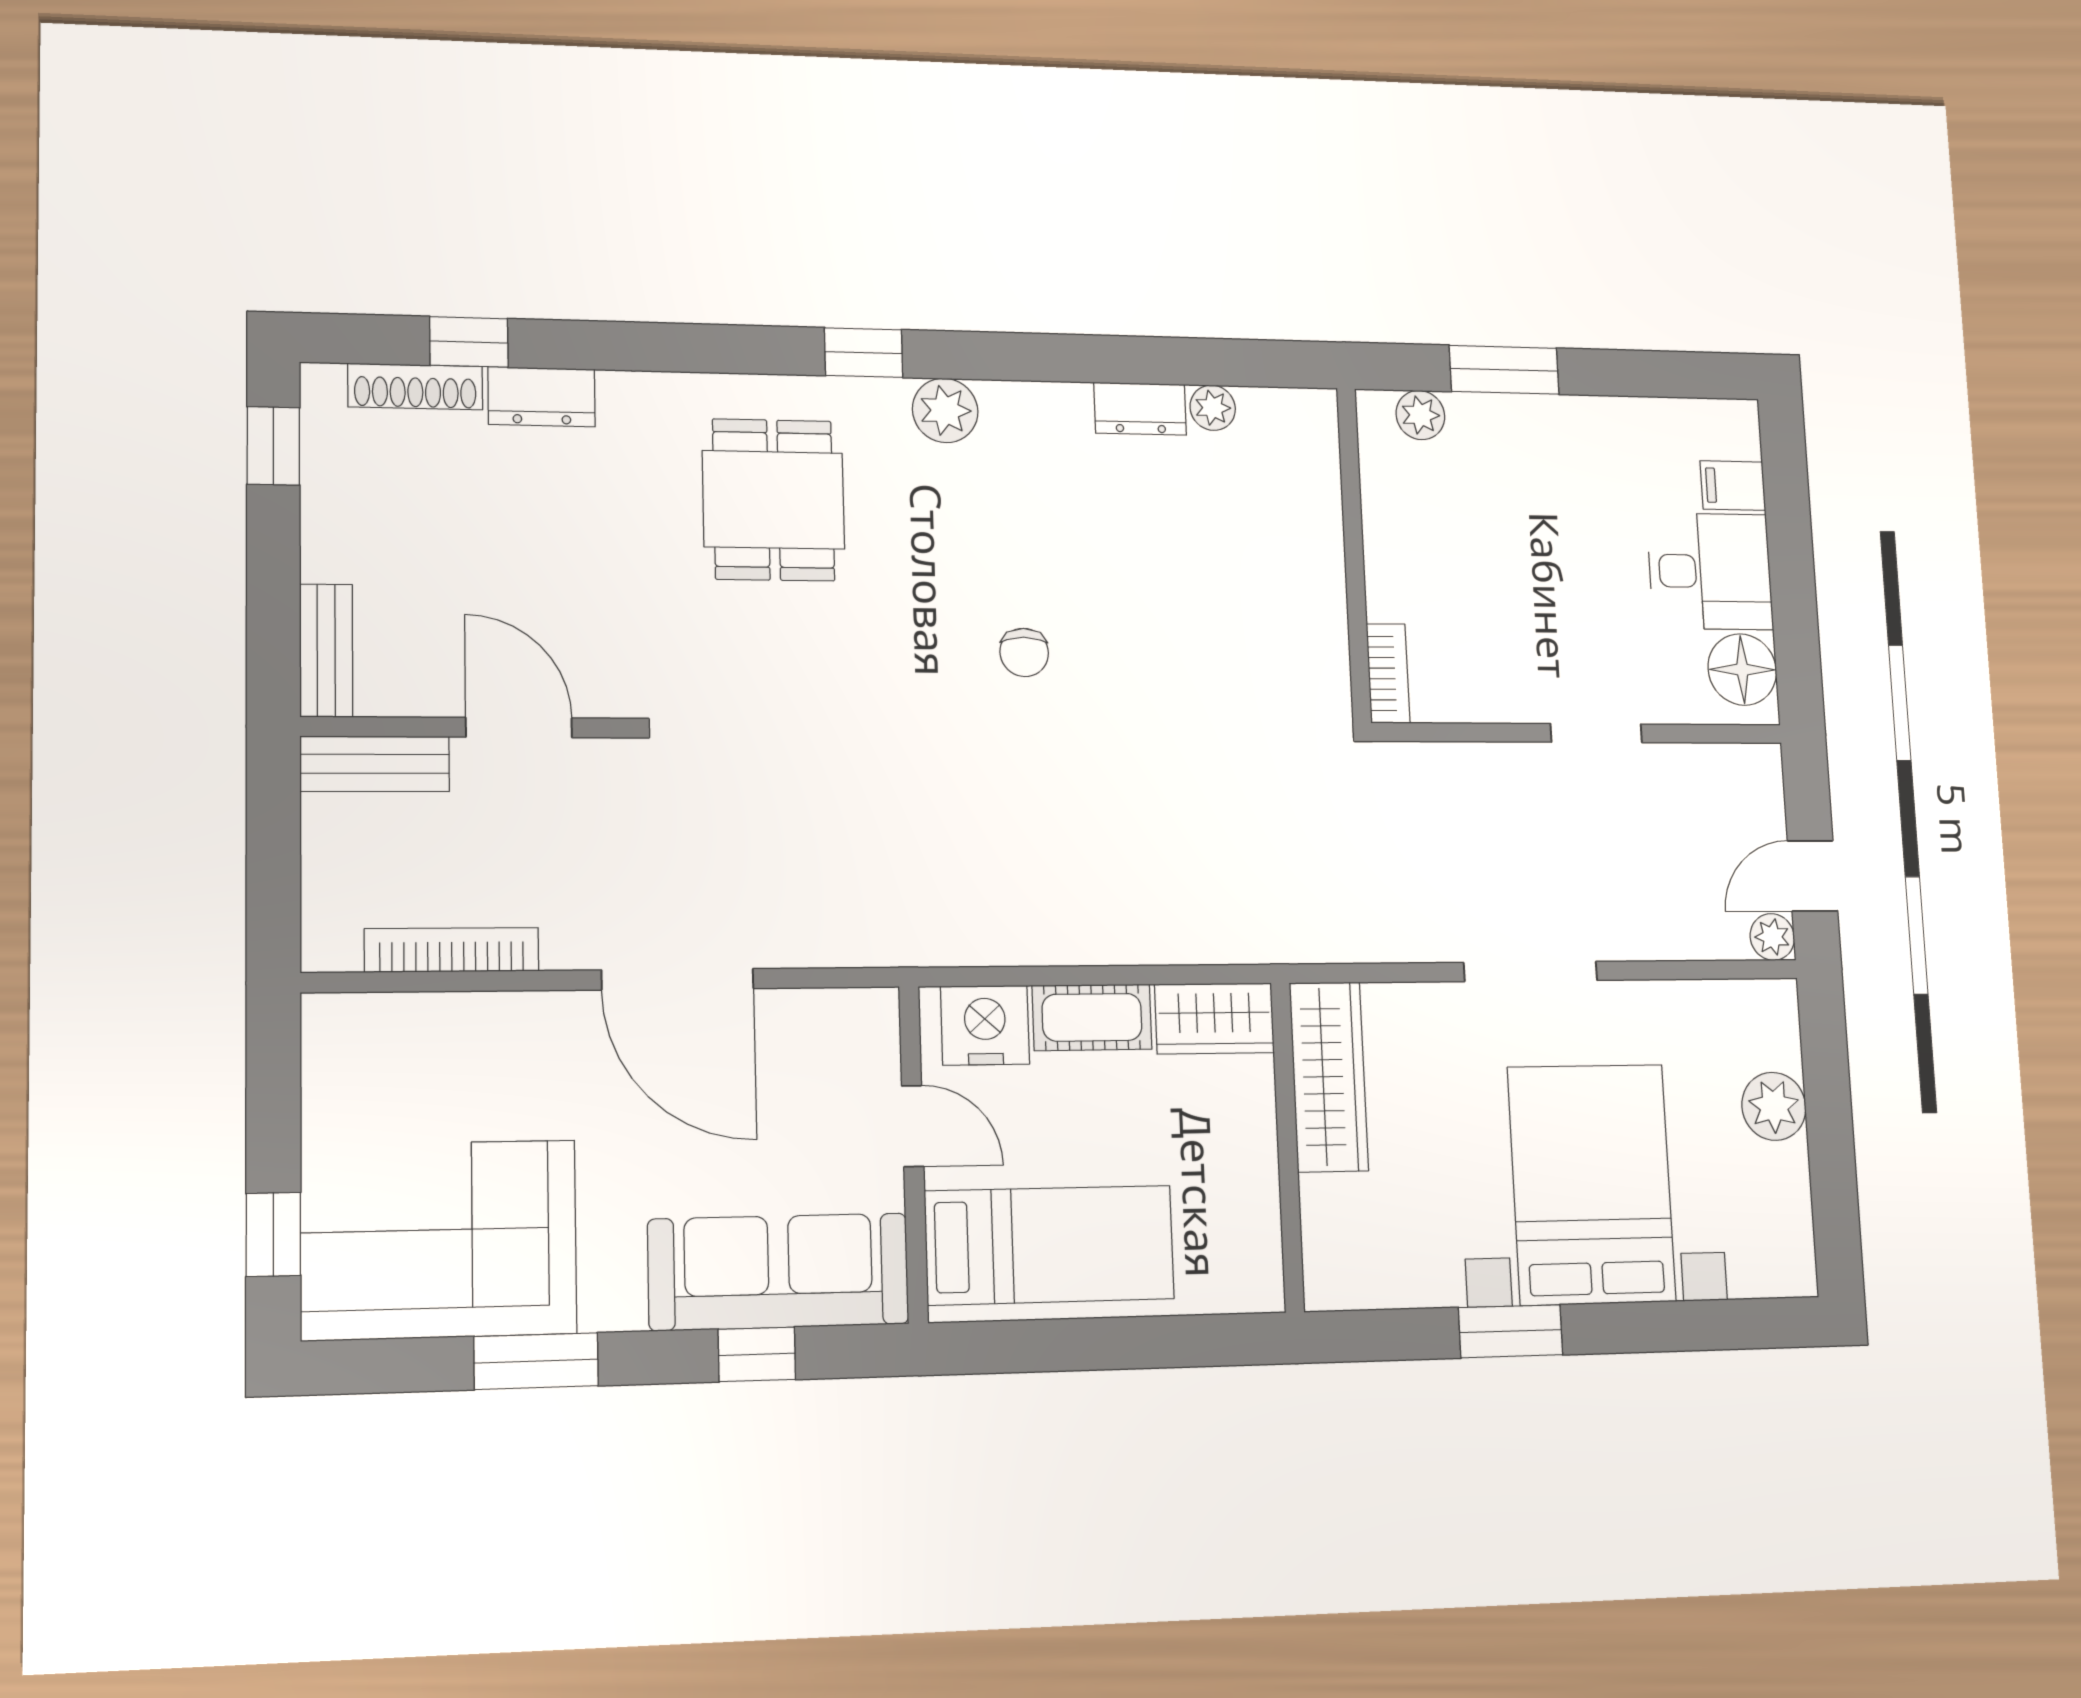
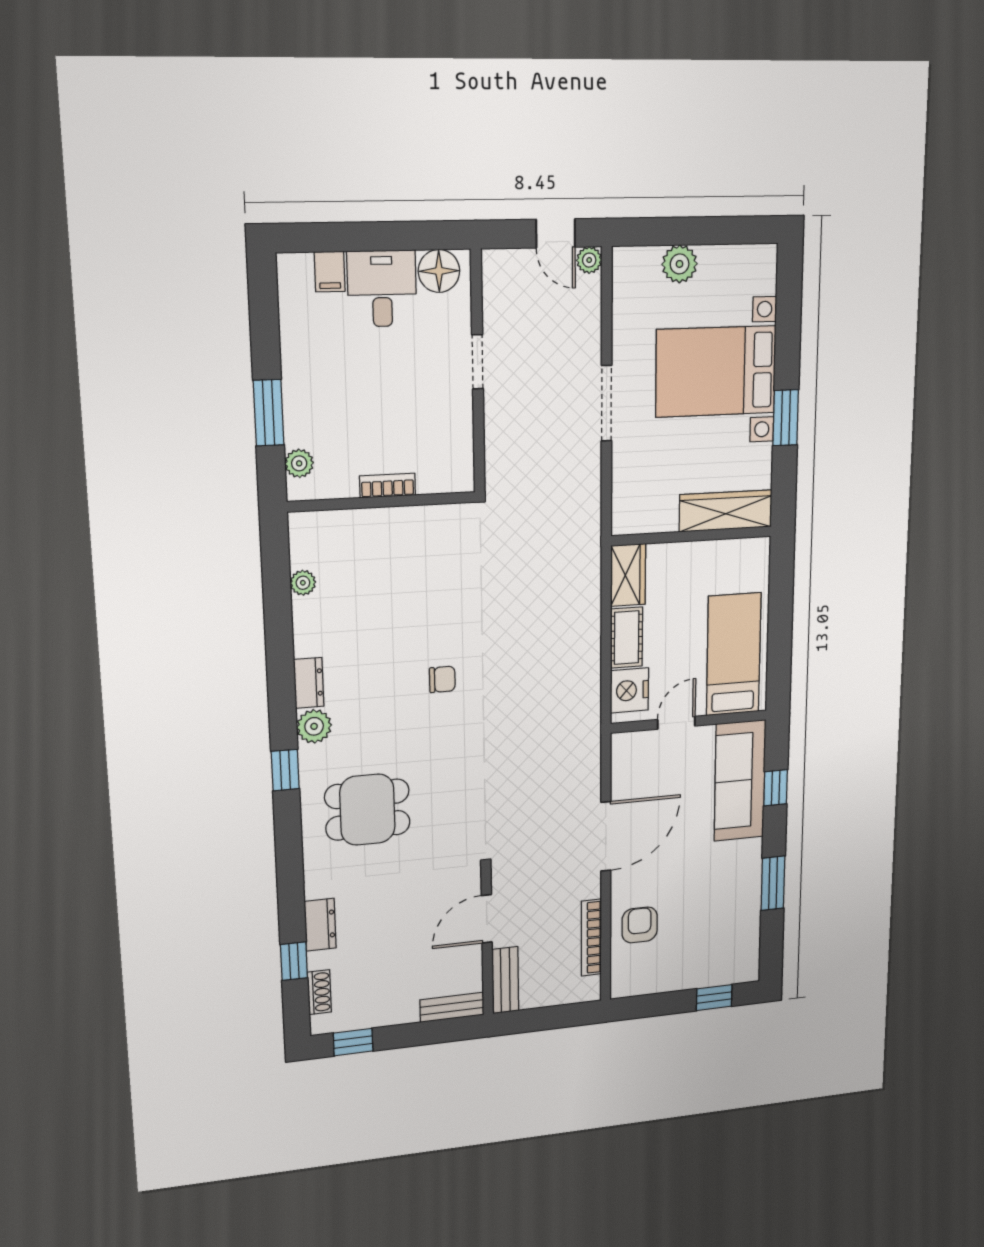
shoe rack: (415, 387) -> (319, 992), width x0.70
dresser: (1140, 409) -> (309, 683), moved
bookcase: (1388, 673) -> (388, 486), moved
armchair: (469, 1057) -> (640, 925), added
wardrobe: (1329, 1077) -> (726, 511), moved
corner sofa: (439, 1240) -> (719, 929), removed

